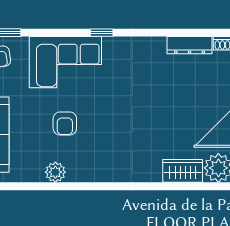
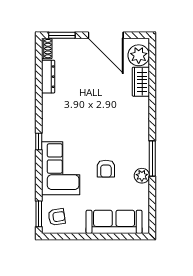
armchair: (65, 123) -> (106, 169), turned 90
window: (79, 186) -> (152, 159), added

